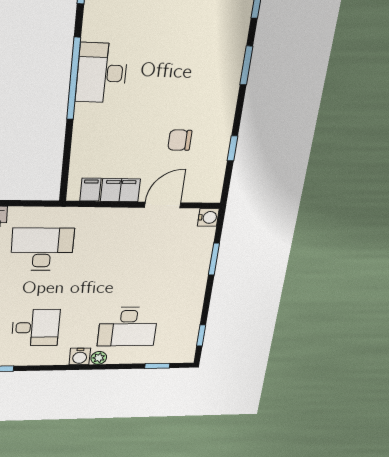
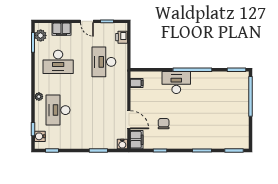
desk: (102, 73) -> (176, 83), moved
filing cabinet: (120, 190) -> (137, 140), moved
desk: (42, 249) -> (104, 62), turned 180
desk: (36, 328) -> (58, 62), width x1.37
water cooler: (80, 356) -> (40, 136), moved

